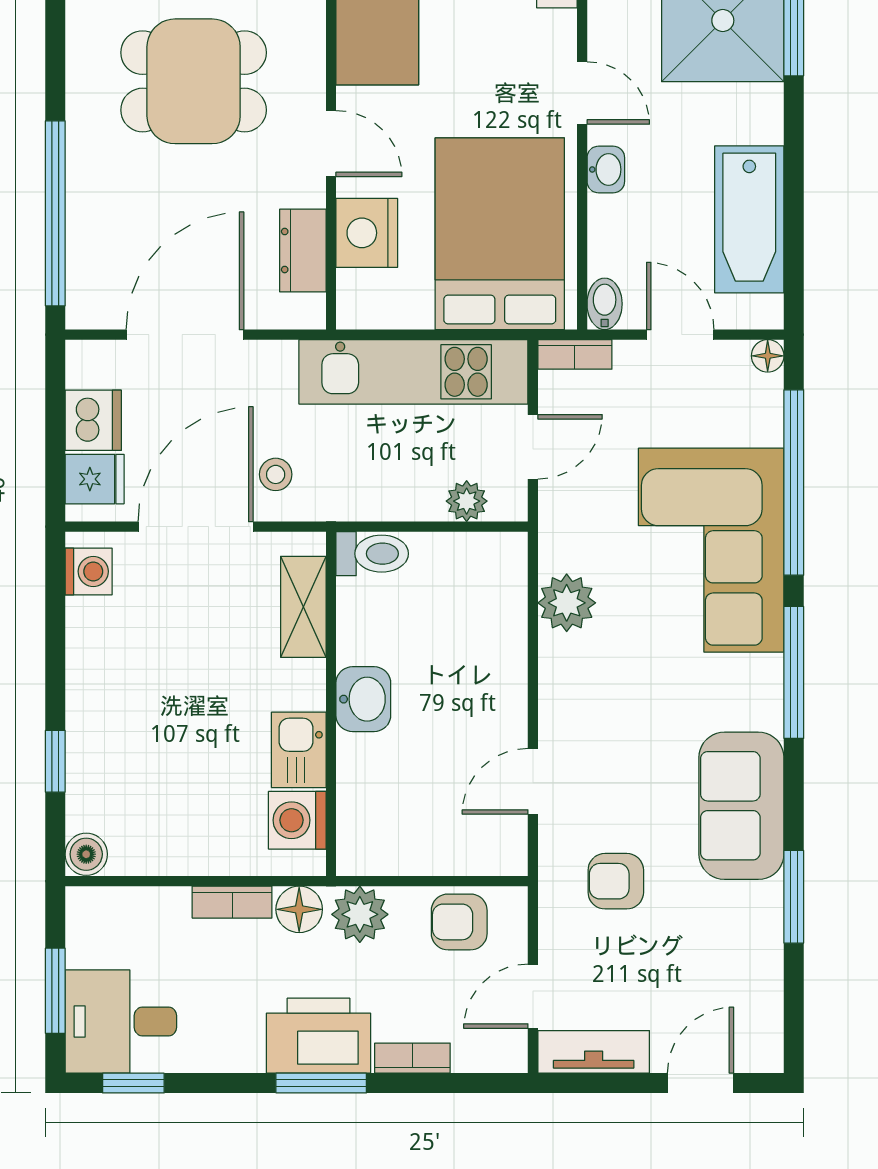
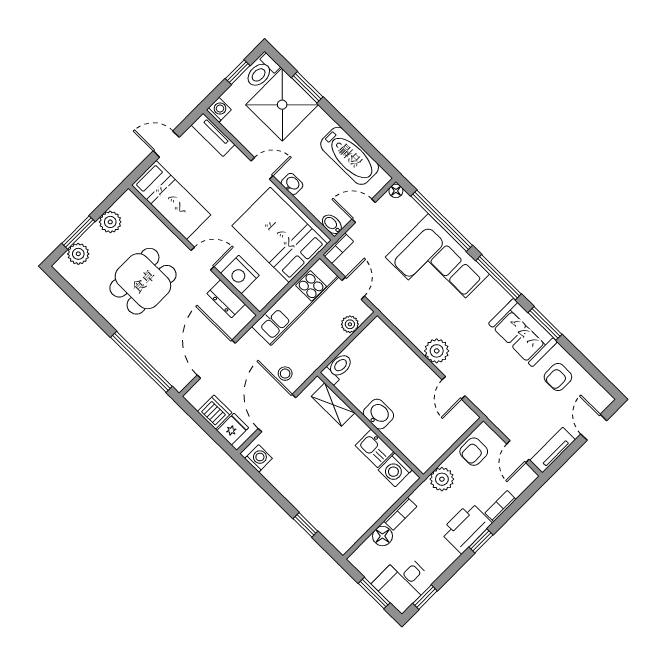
plant: (567, 603) -> (437, 351), moved
boiler: (86, 854) -> (343, 543), removed
armchair: (616, 881) -> (558, 377), moved
window: (794, 897) -> (545, 323), moved
floor lamp: (299, 909) -> (382, 536), moved
window: (321, 1083) -> (481, 541), width x0.67

